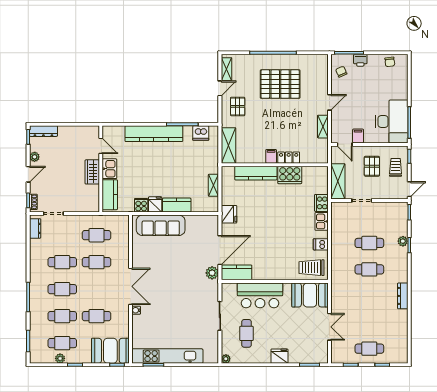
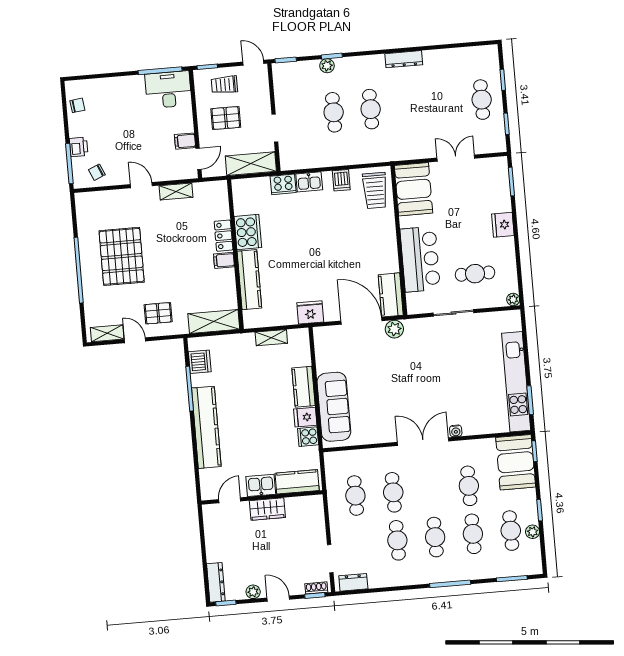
desk: (392, 122) -> (168, 90), width x0.73, depth x0.77

